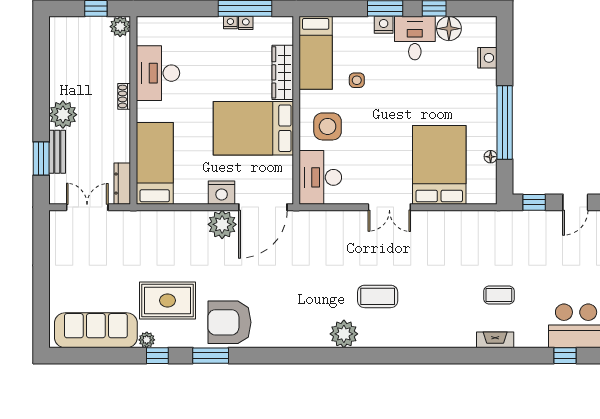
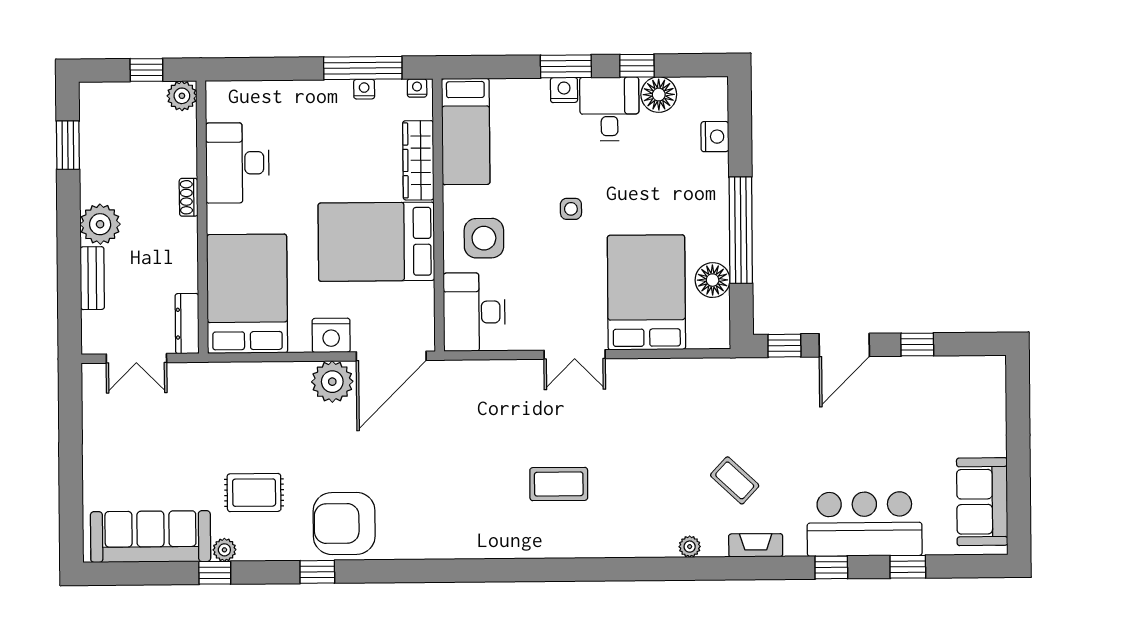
nightstand: (230, 23) -> (417, 88), moved
side table: (357, 80) -> (571, 209), moved
floor lamp: (491, 157) -> (713, 280), width x1.89, depth x1.89
window: (41, 159) -> (68, 145), moved
bed: (155, 163) -> (247, 294), width x1.50
door: (575, 202) -> (844, 345), width x1.37
double door: (87, 207) -> (136, 358), swing flipped
coffee table: (499, 295) -> (735, 480), turned 43
rug: (168, 300) -> (254, 493), width x0.73, depth x0.70
plant: (344, 334) -> (690, 547), moved, width x0.53, depth x0.53
fireplace: (495, 340) -> (756, 545), moved
window: (157, 356) -> (215, 573), moved
window: (211, 356) -> (317, 572), width x0.67

